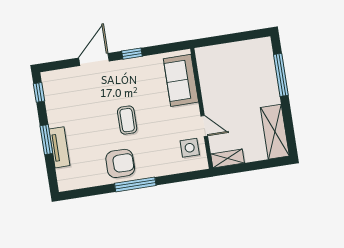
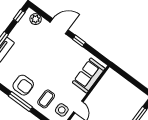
plant: (60, 78) -> (36, 19), added
coffee table: (127, 120) -> (46, 99), moved

